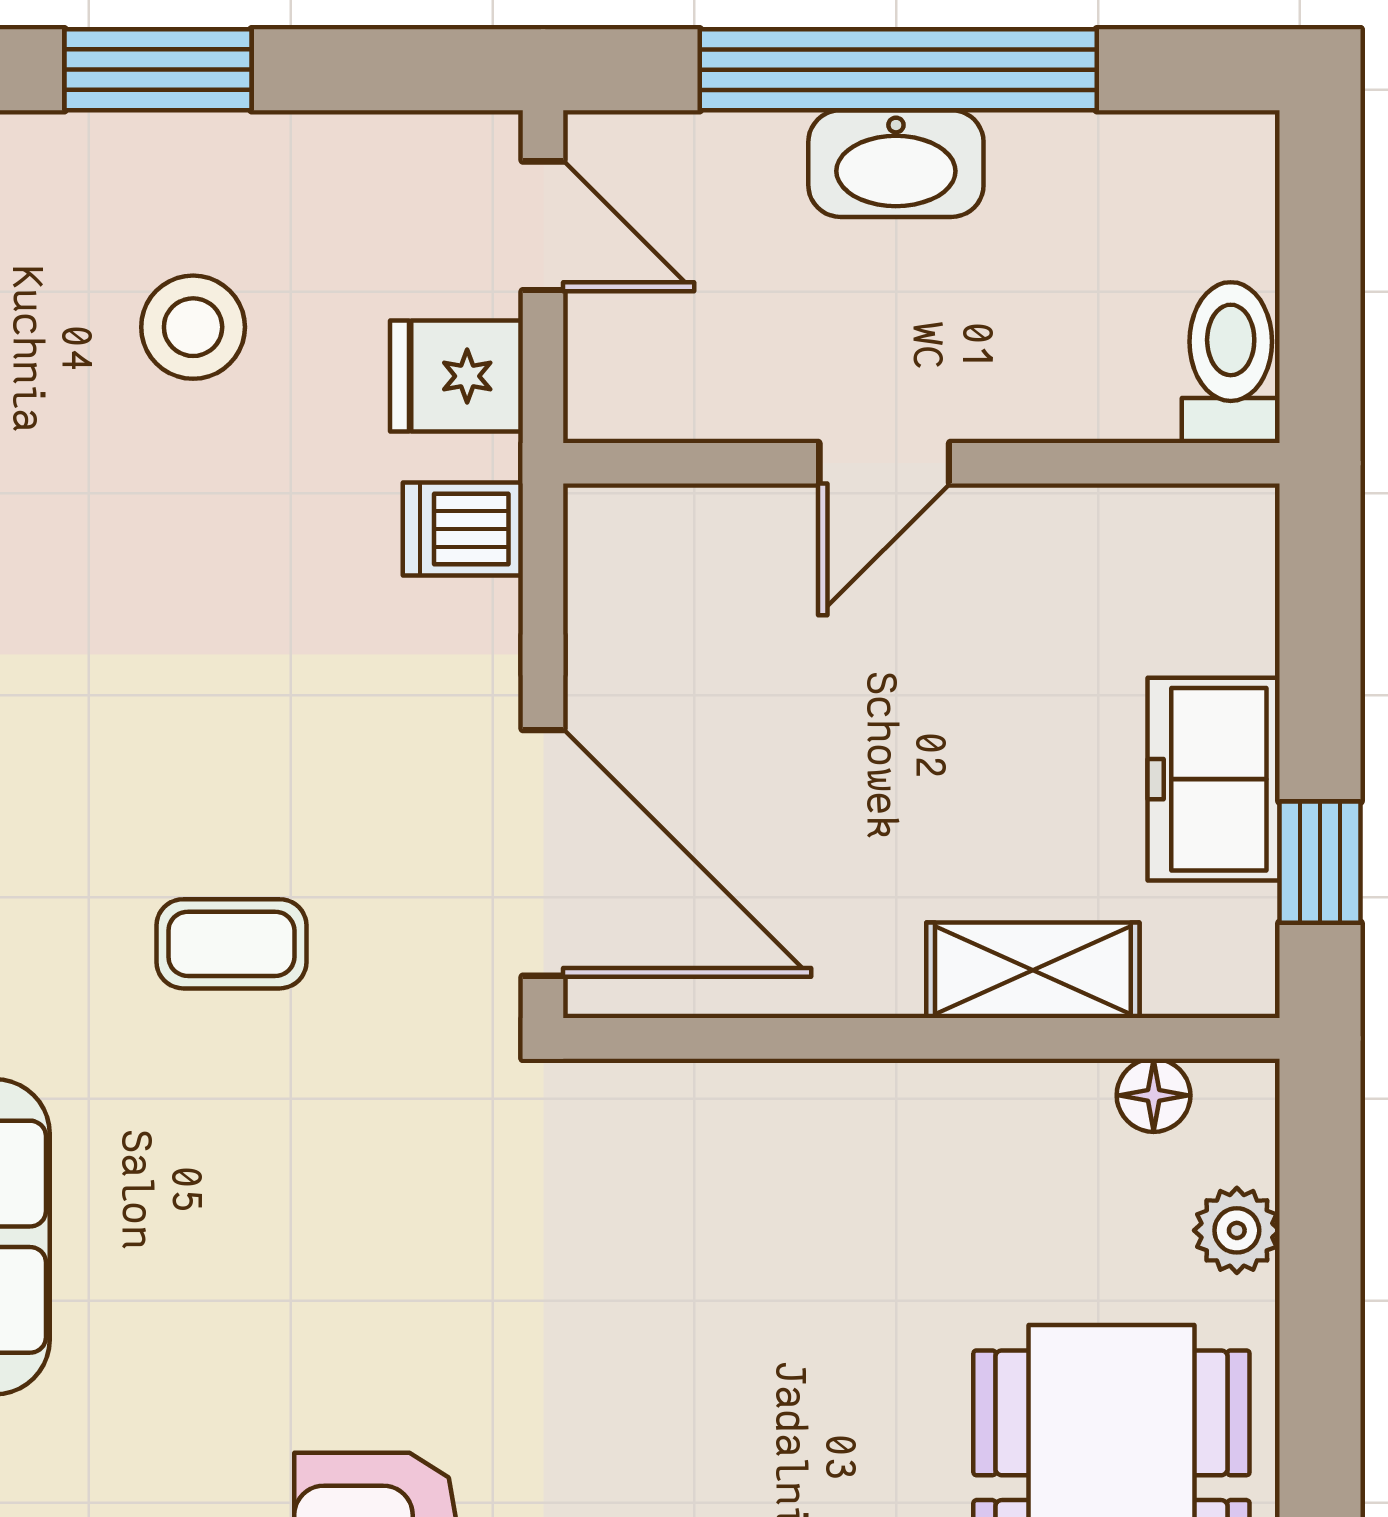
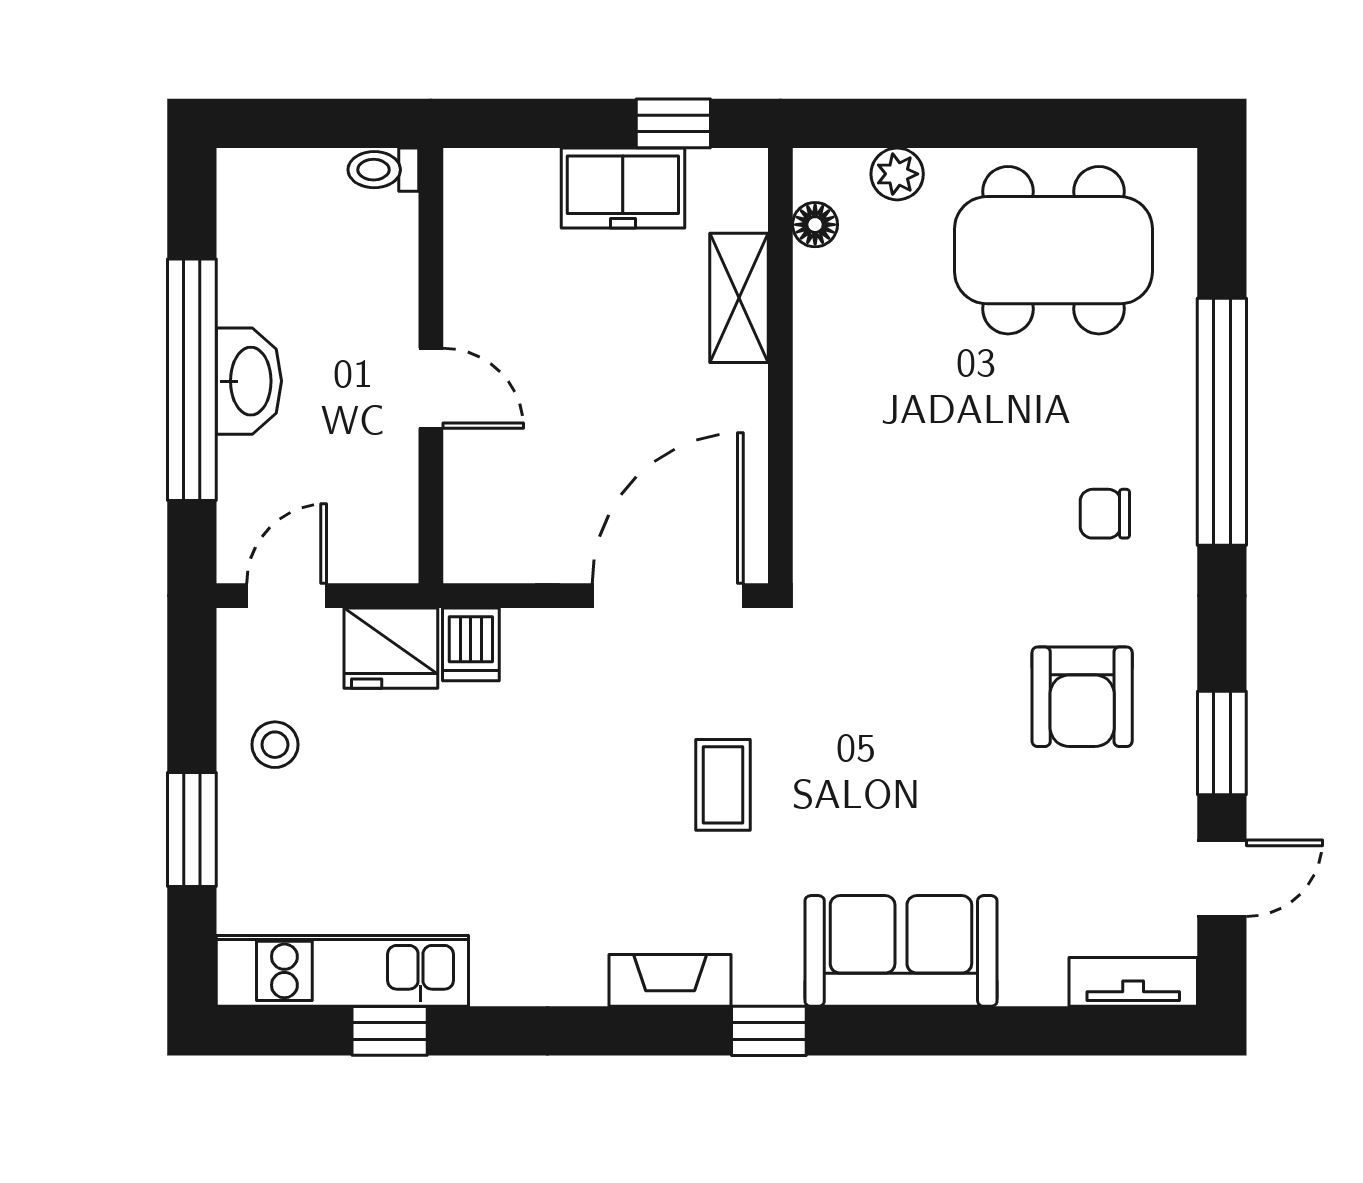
stool: (193, 327) -> (275, 745), moved, width x0.73, depth x0.73
toilet: (1231, 363) -> (383, 170), width x0.73, depth x0.72
fridge: (457, 376) -> (391, 648), width x1.38

